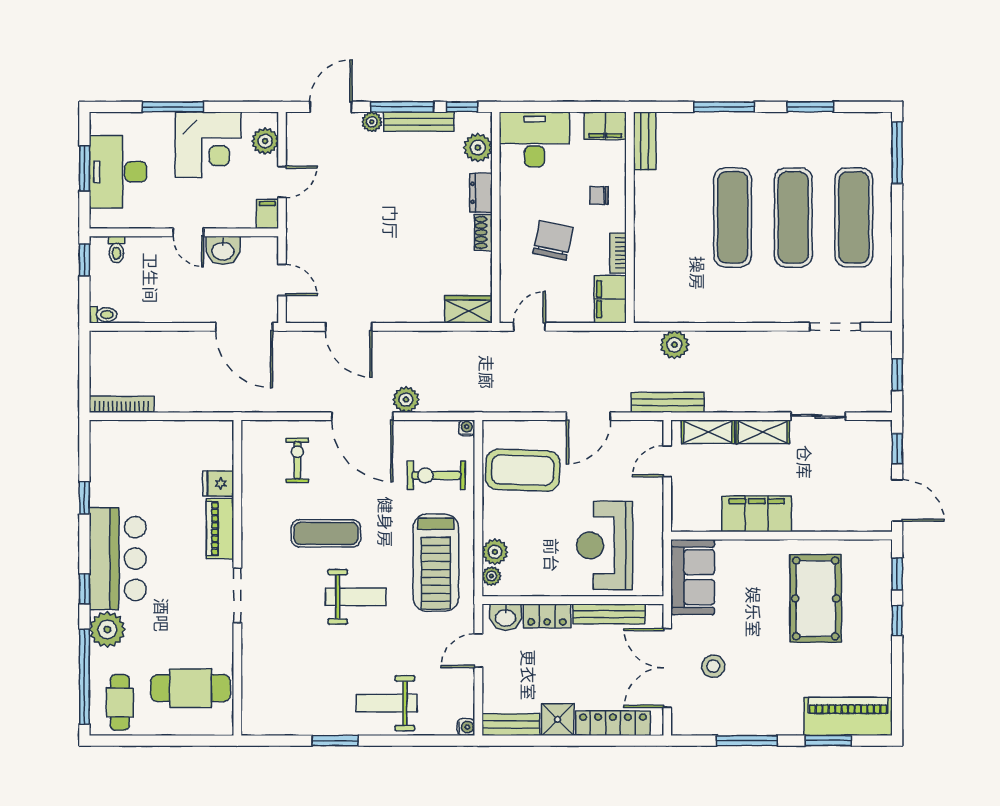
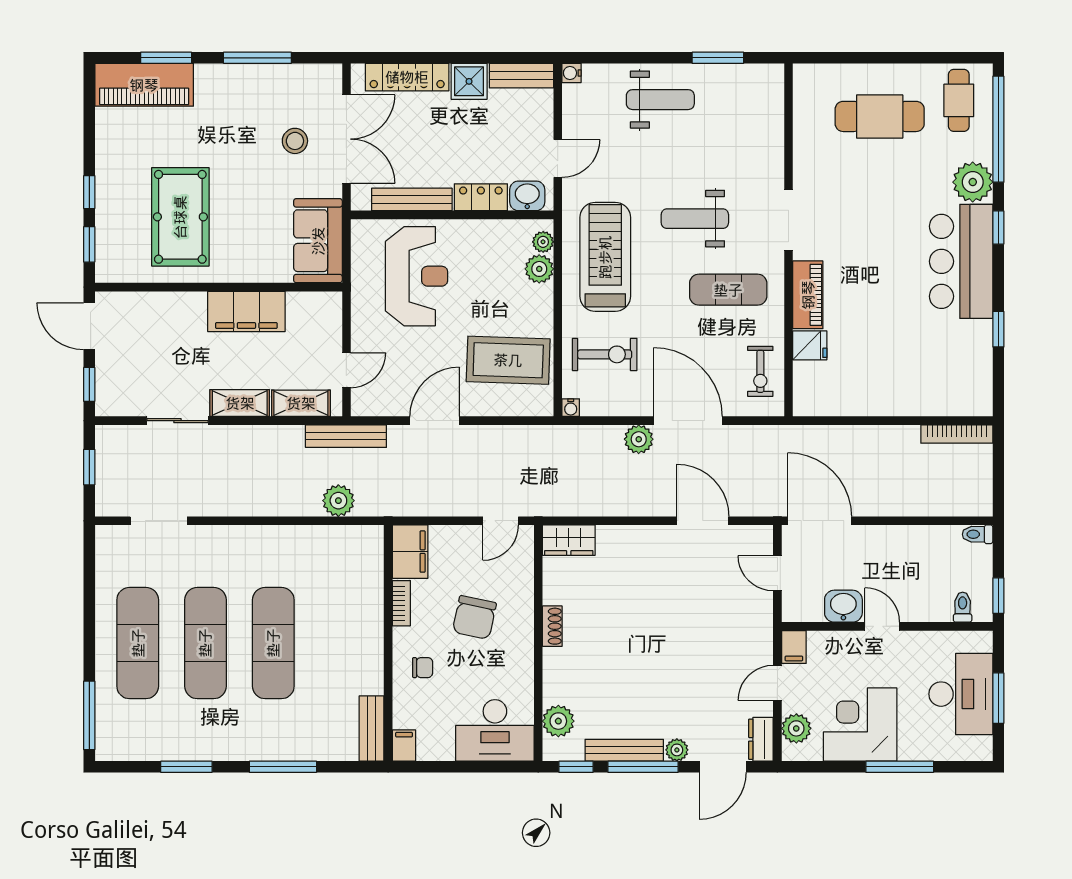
filing cabinet: (605, 126) -> (404, 746), width x0.50
dresser: (481, 193) -> (761, 739), moved, turned 180
fridge: (218, 484) -> (810, 345), moved
piano: (220, 529) -> (808, 295), moved
wall: (237, 578) -> (788, 240), moved
doorway: (237, 595) -> (788, 220), moved

